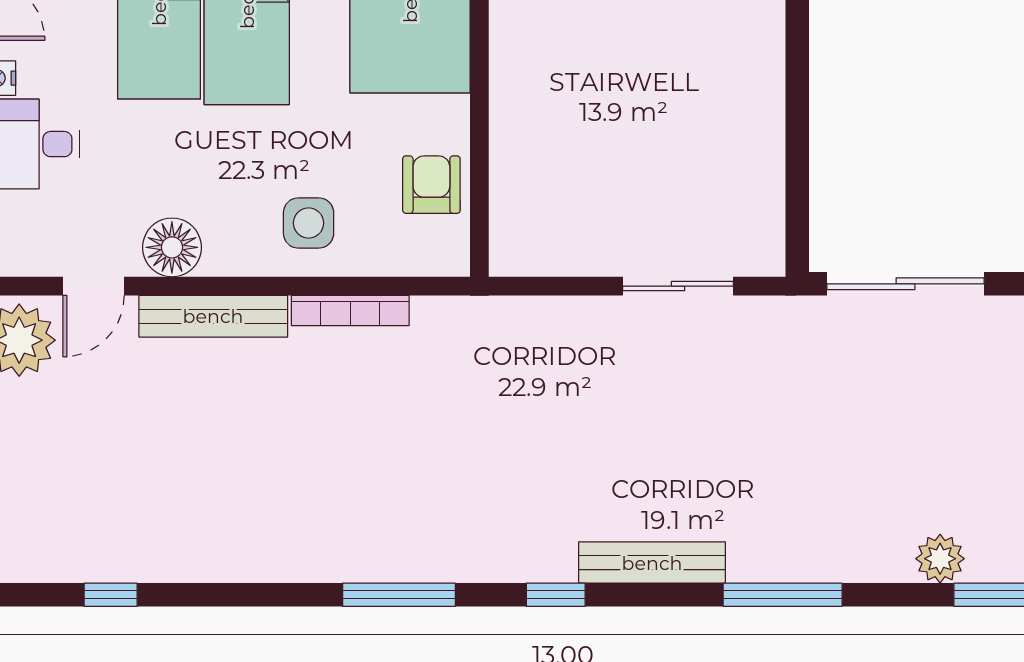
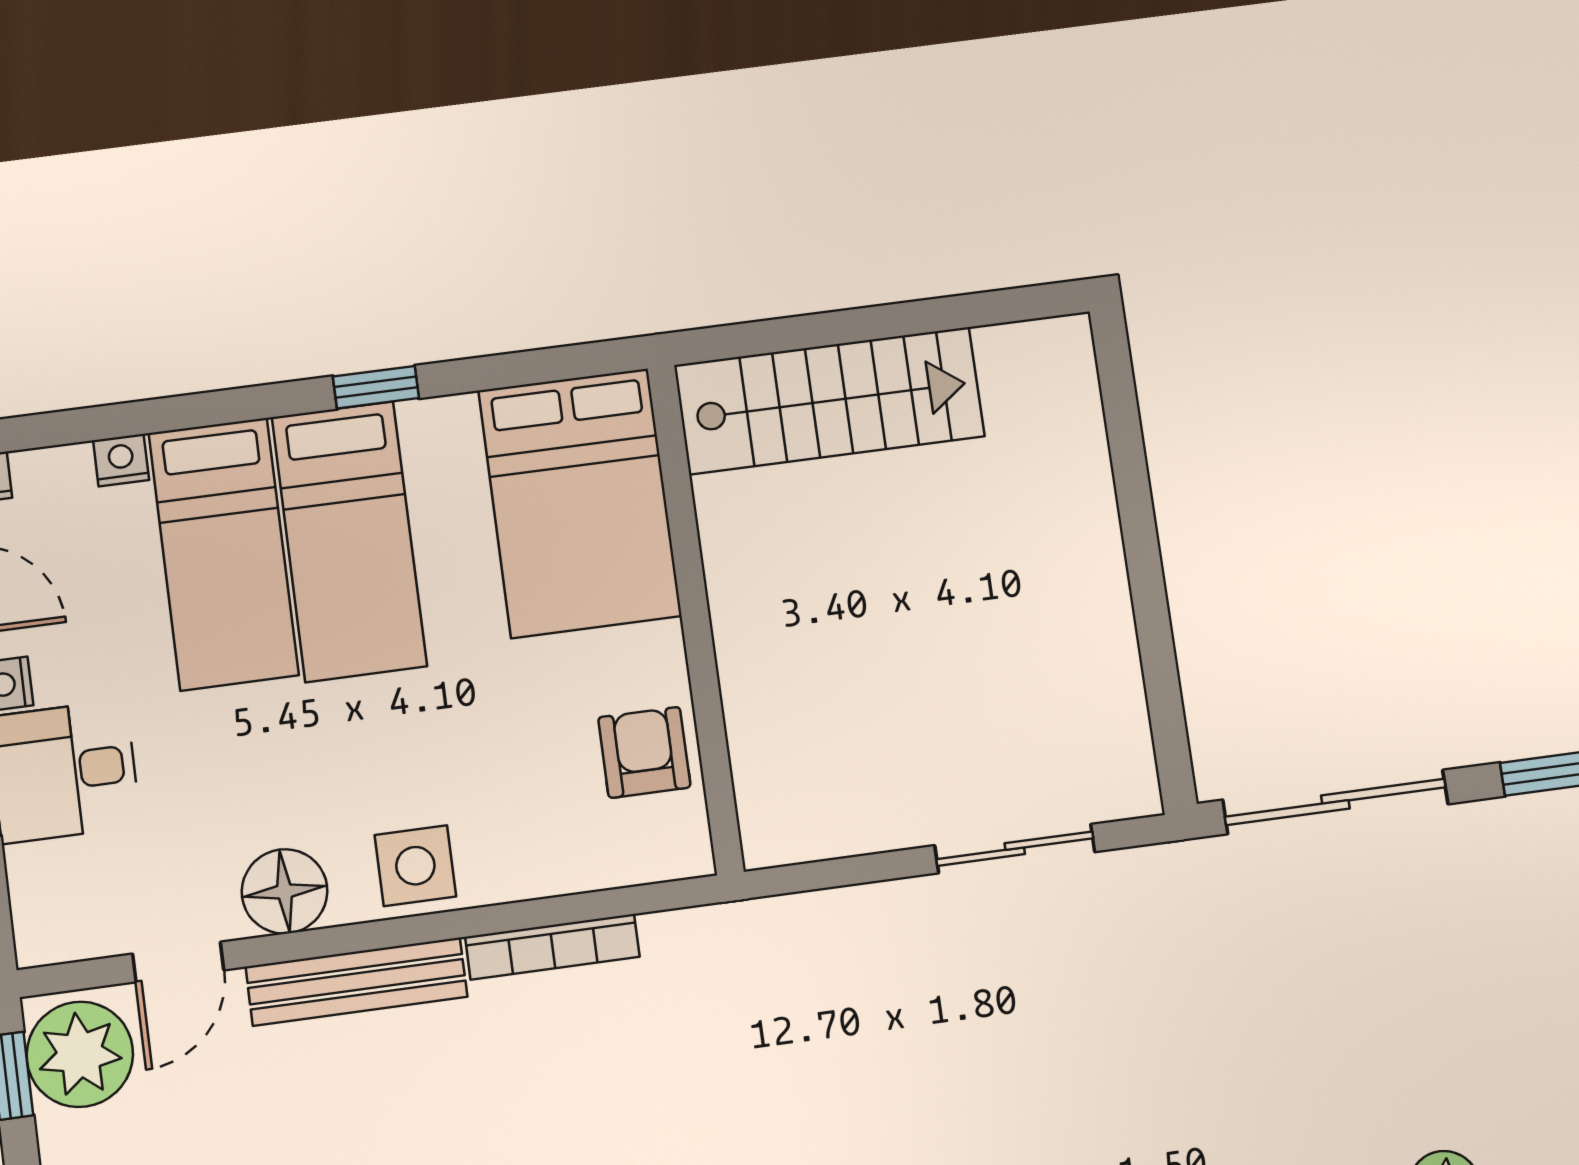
side table: (309, 223) -> (415, 866), moved

